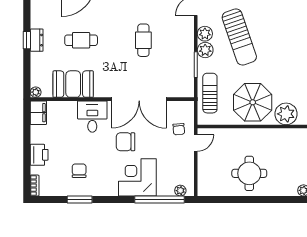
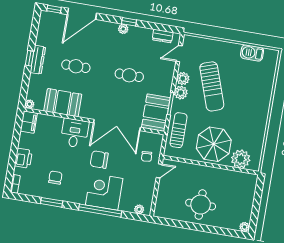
dresser: (37, 40) -> (38, 60), width x1.44
cafe table: (143, 40) -> (129, 75), turned 90
booth: (181, 78) -> (156, 113), added
window: (159, 199) -> (100, 211), moved

